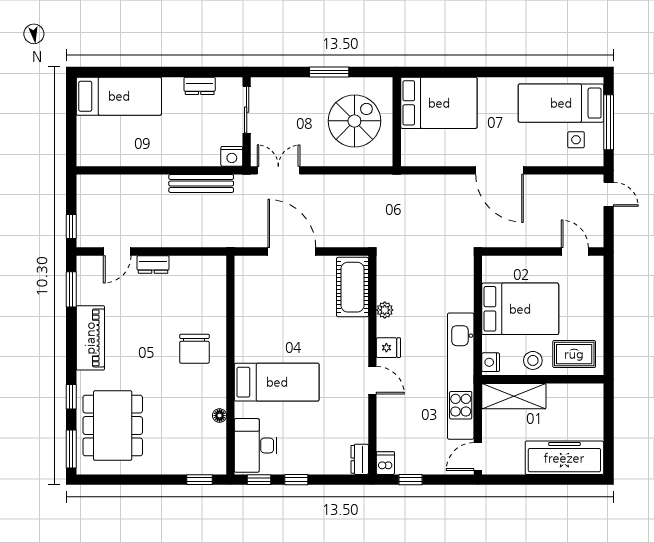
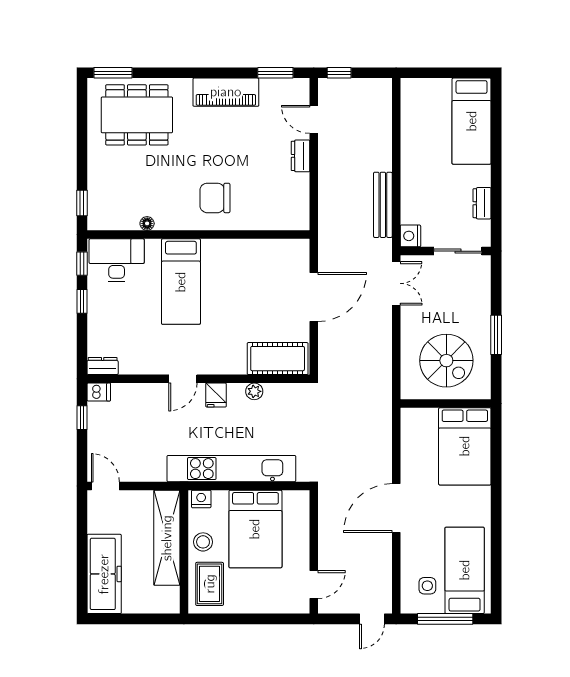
kitchen unit: (461, 376) -> (231, 469), moved
shelving: (514, 396) -> (167, 538), width x1.47
window: (71, 397) -> (166, 73), removed

